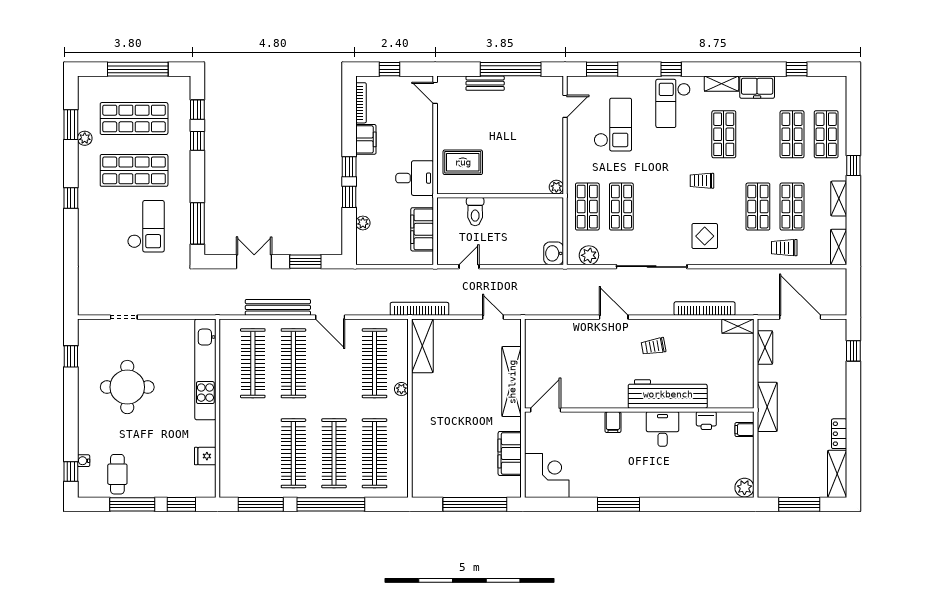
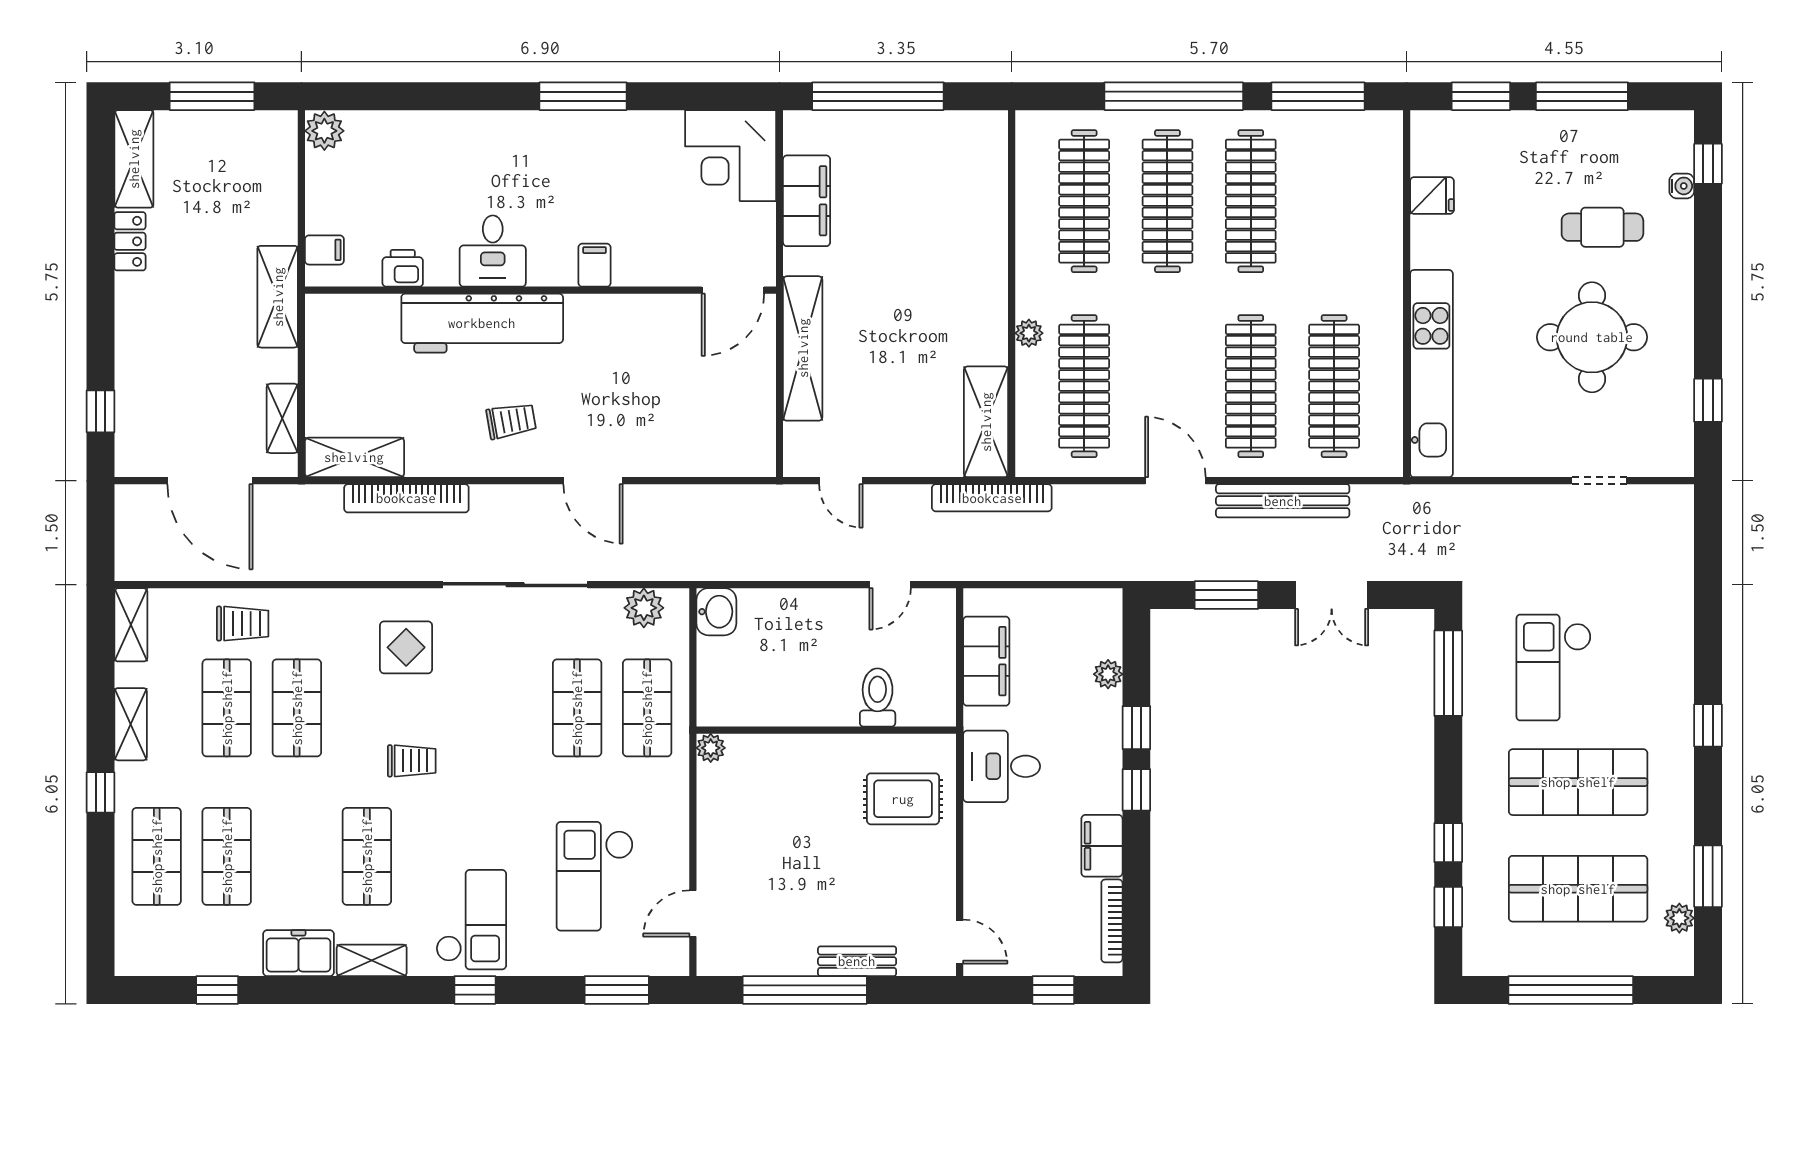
plant: (85, 138) -> (1679, 918), moved
shelving: (738, 326) -> (354, 457), width x1.50, depth x1.33
cafe table: (117, 474) -> (1602, 227), moved, turned 90

